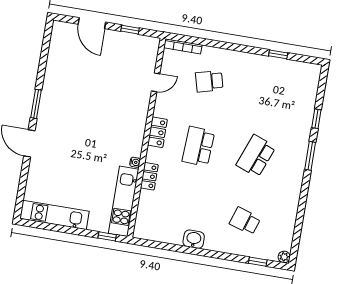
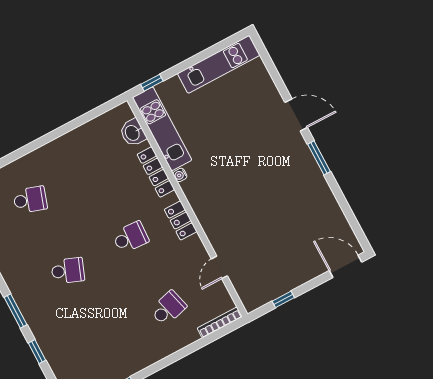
door: (92, 23) -> (345, 266), moved
school desk: (198, 146) -> (131, 237), width x0.54
school desk: (256, 156) -> (68, 271), width x0.54
locker: (149, 176) -> (156, 172), width x1.53
washbasin: (194, 239) -> (133, 133), moved, turned 90

